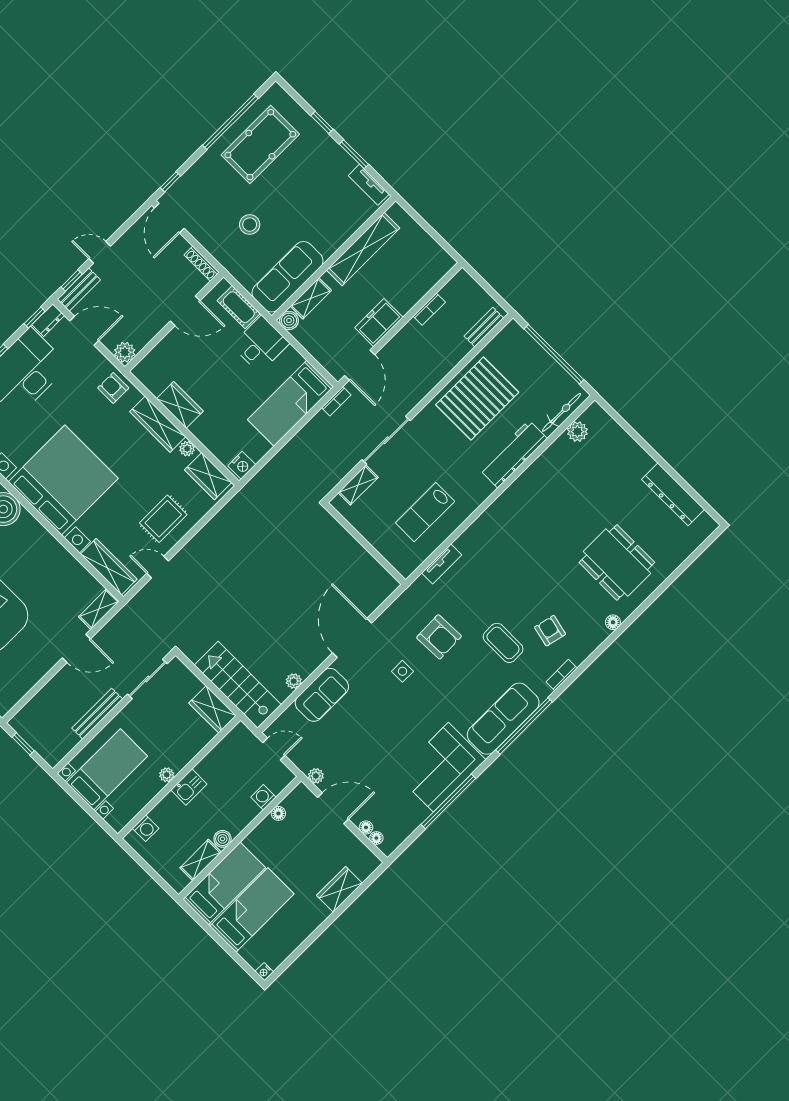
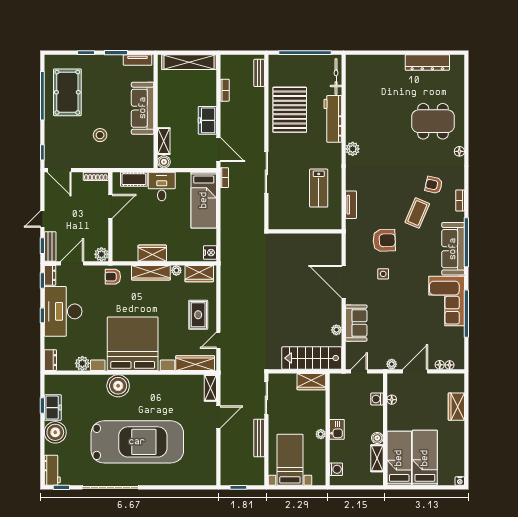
shelving: (363, 249) -> (189, 62), moved, turned 90
sofa: (288, 277) -> (143, 108), moved
plant: (577, 432) -> (353, 149), moved
shelving: (358, 485) -> (274, 207), removed
coffee table: (503, 643) -> (417, 213), turned -67

